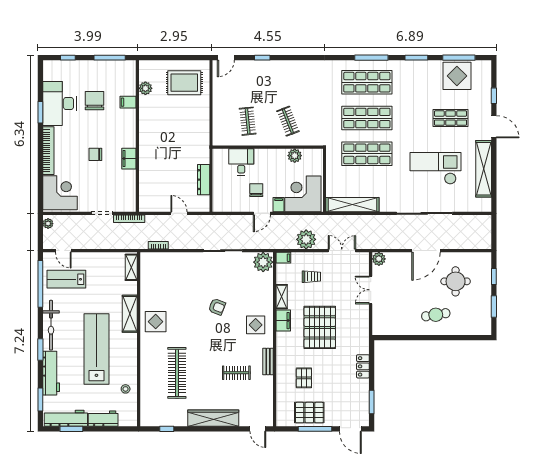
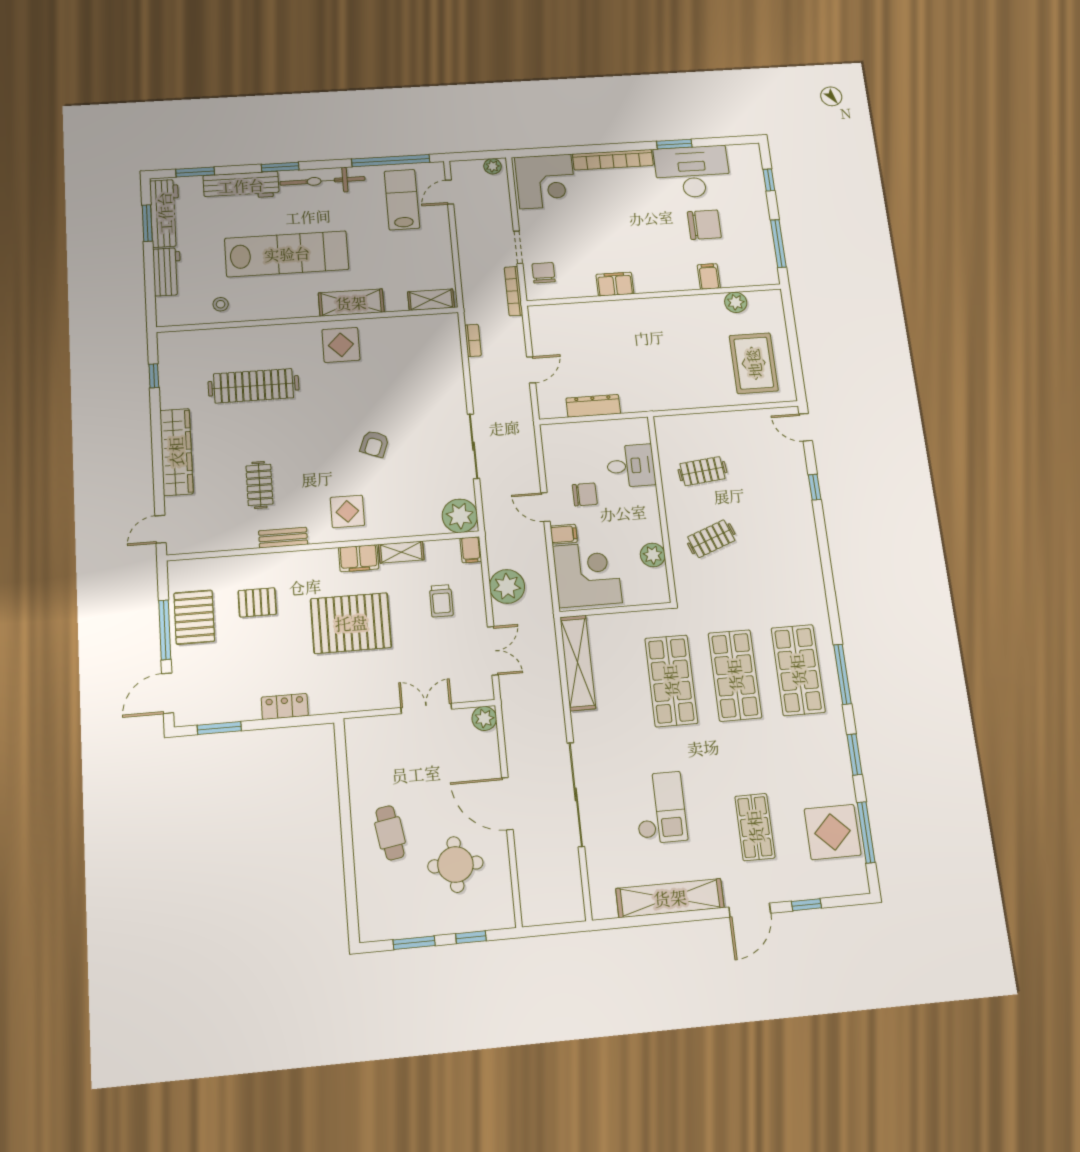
chair: (95, 154) -> (544, 273), moved
checkout: (436, 168) -> (660, 808), width x0.73, depth x0.83

